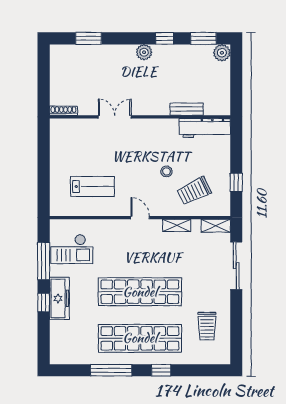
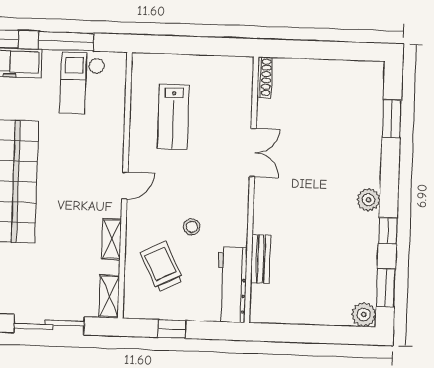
bench: (187, 109) -> (261, 259), moved
shoe rack: (63, 111) -> (265, 77), moved
double door: (115, 117) -> (253, 153), moved
wall: (140, 117) -> (252, 190), moved
workbench: (205, 128) -> (232, 285), moved

